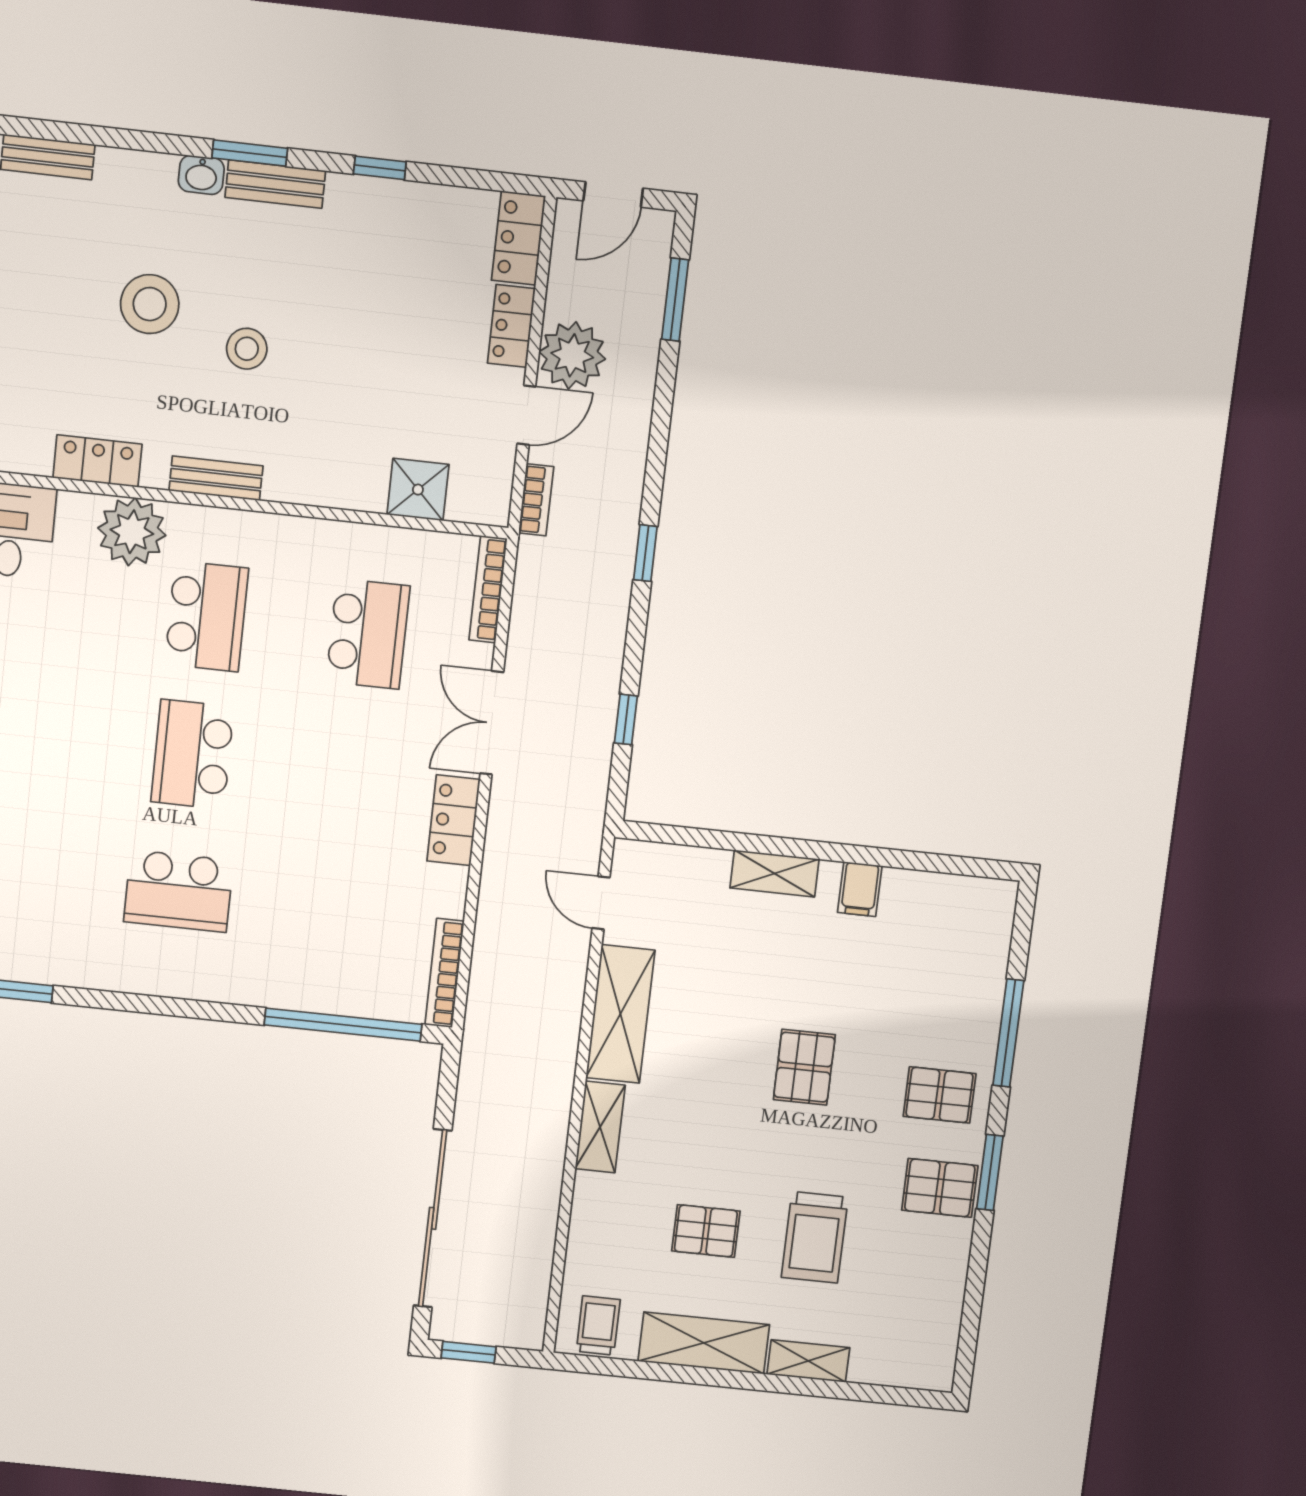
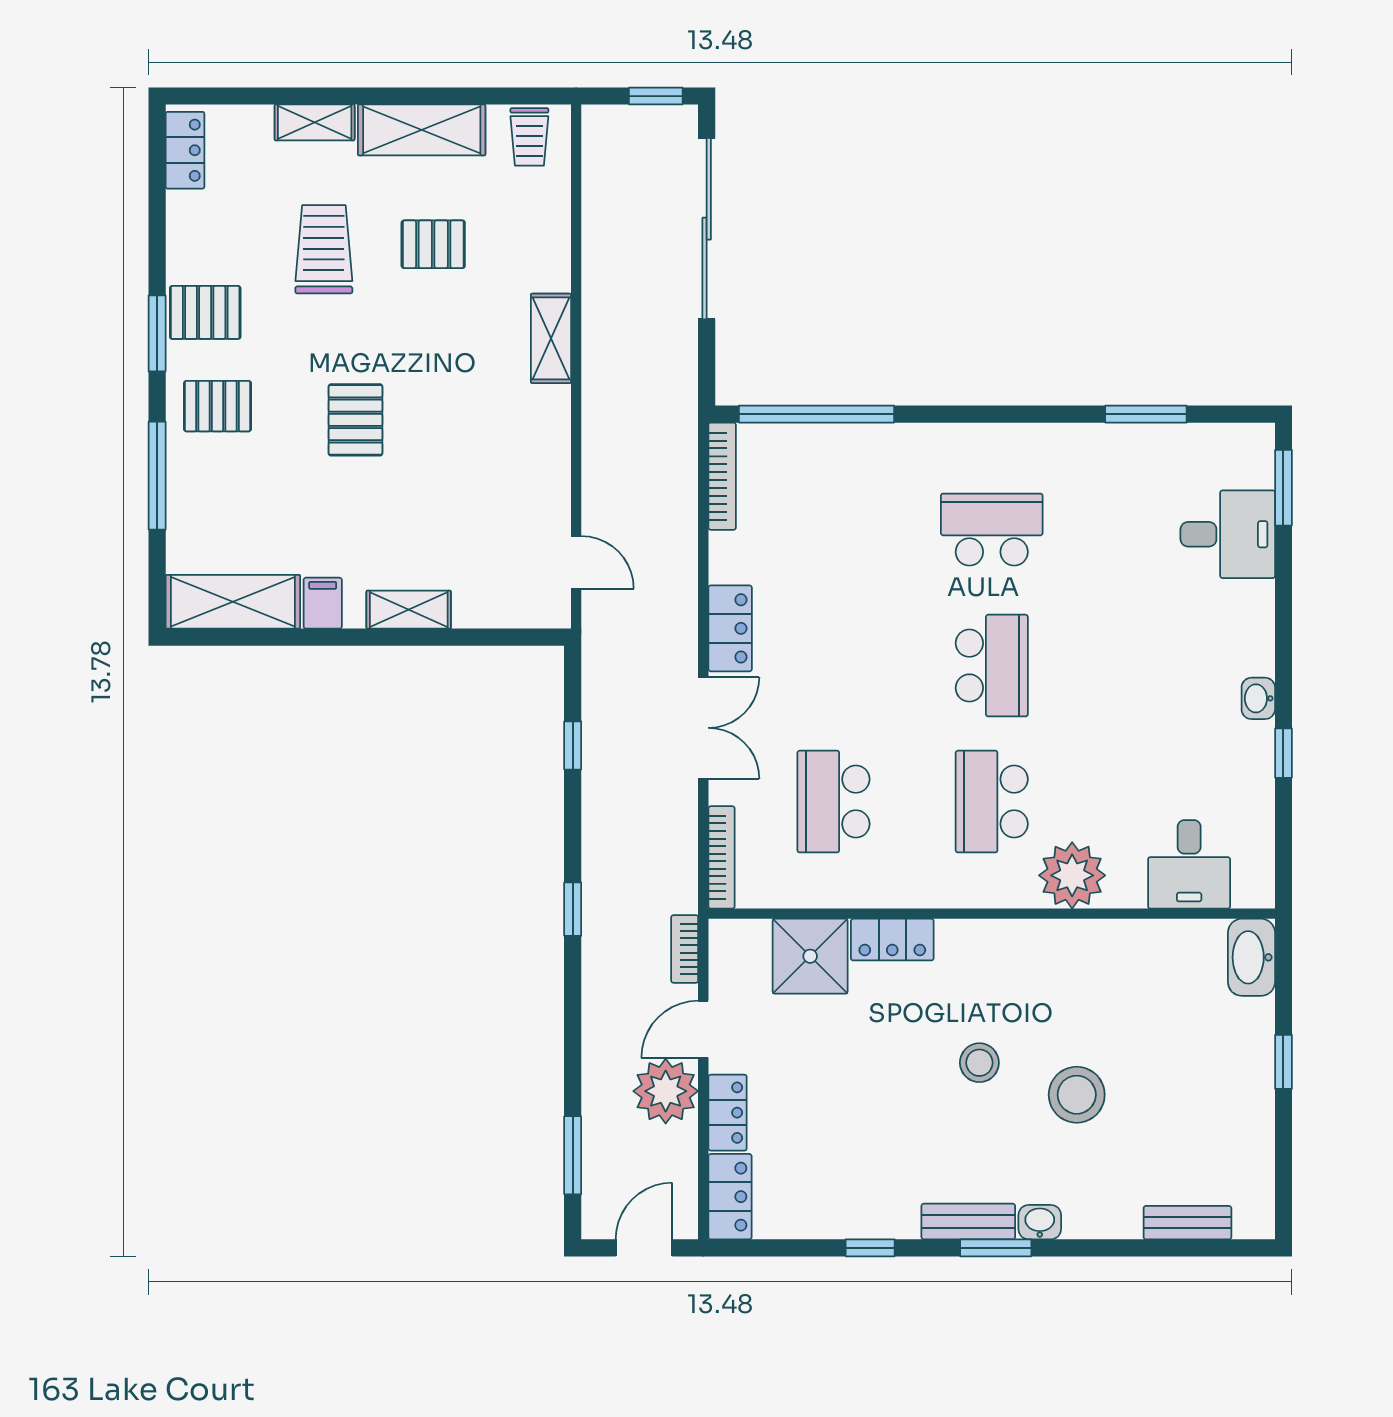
locker: (97, 461) -> (892, 940), moved
bench: (216, 478) -> (996, 936), removed
shower: (418, 490) -> (810, 956), width x1.36, depth x1.36
shelving: (620, 1014) -> (233, 602), moved, turned 90
locker: (939, 1347) -> (185, 150), added

